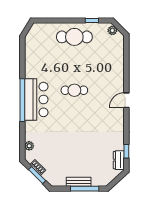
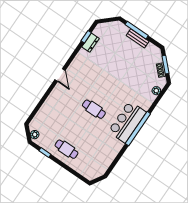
cafe table: (74, 37) -> (66, 149), width x0.73, depth x0.74
door: (126, 100) -> (60, 75), hinge flipped
dresser: (119, 160) -> (90, 43), moved

